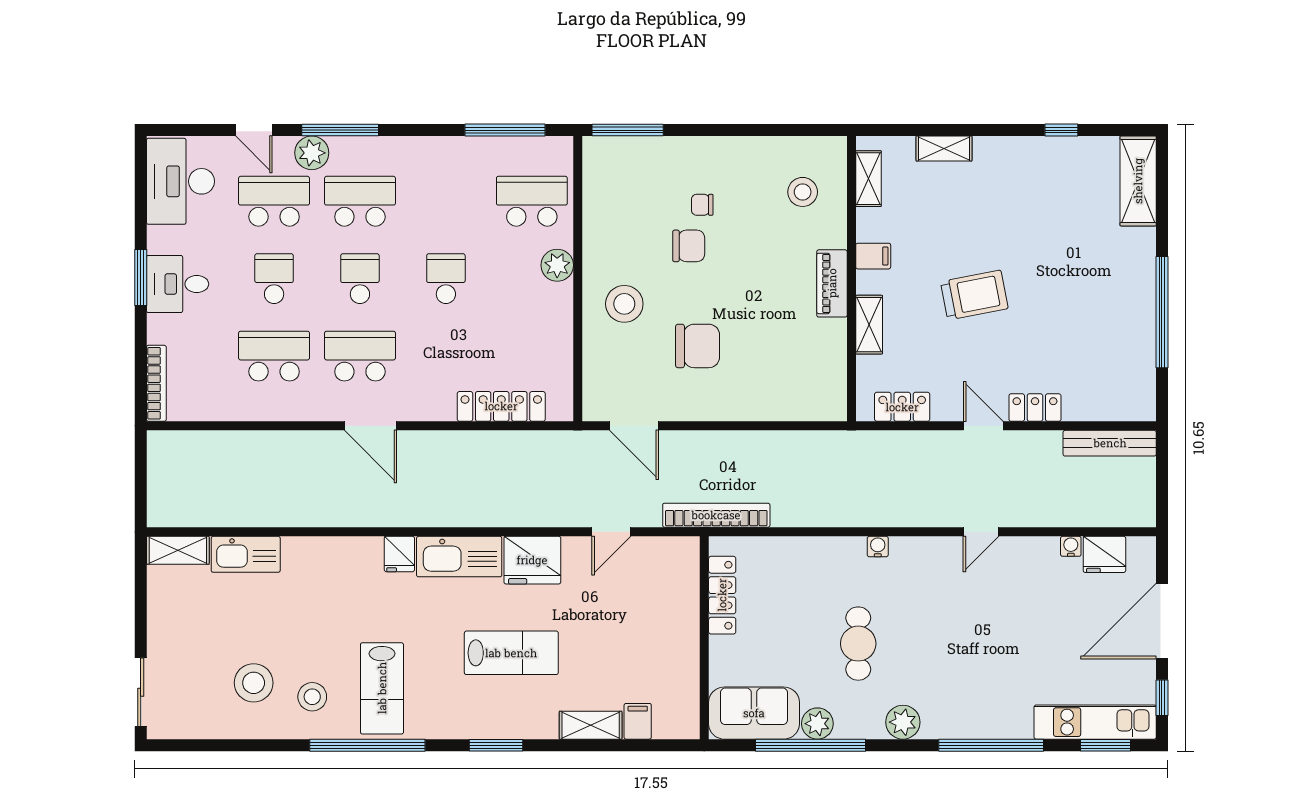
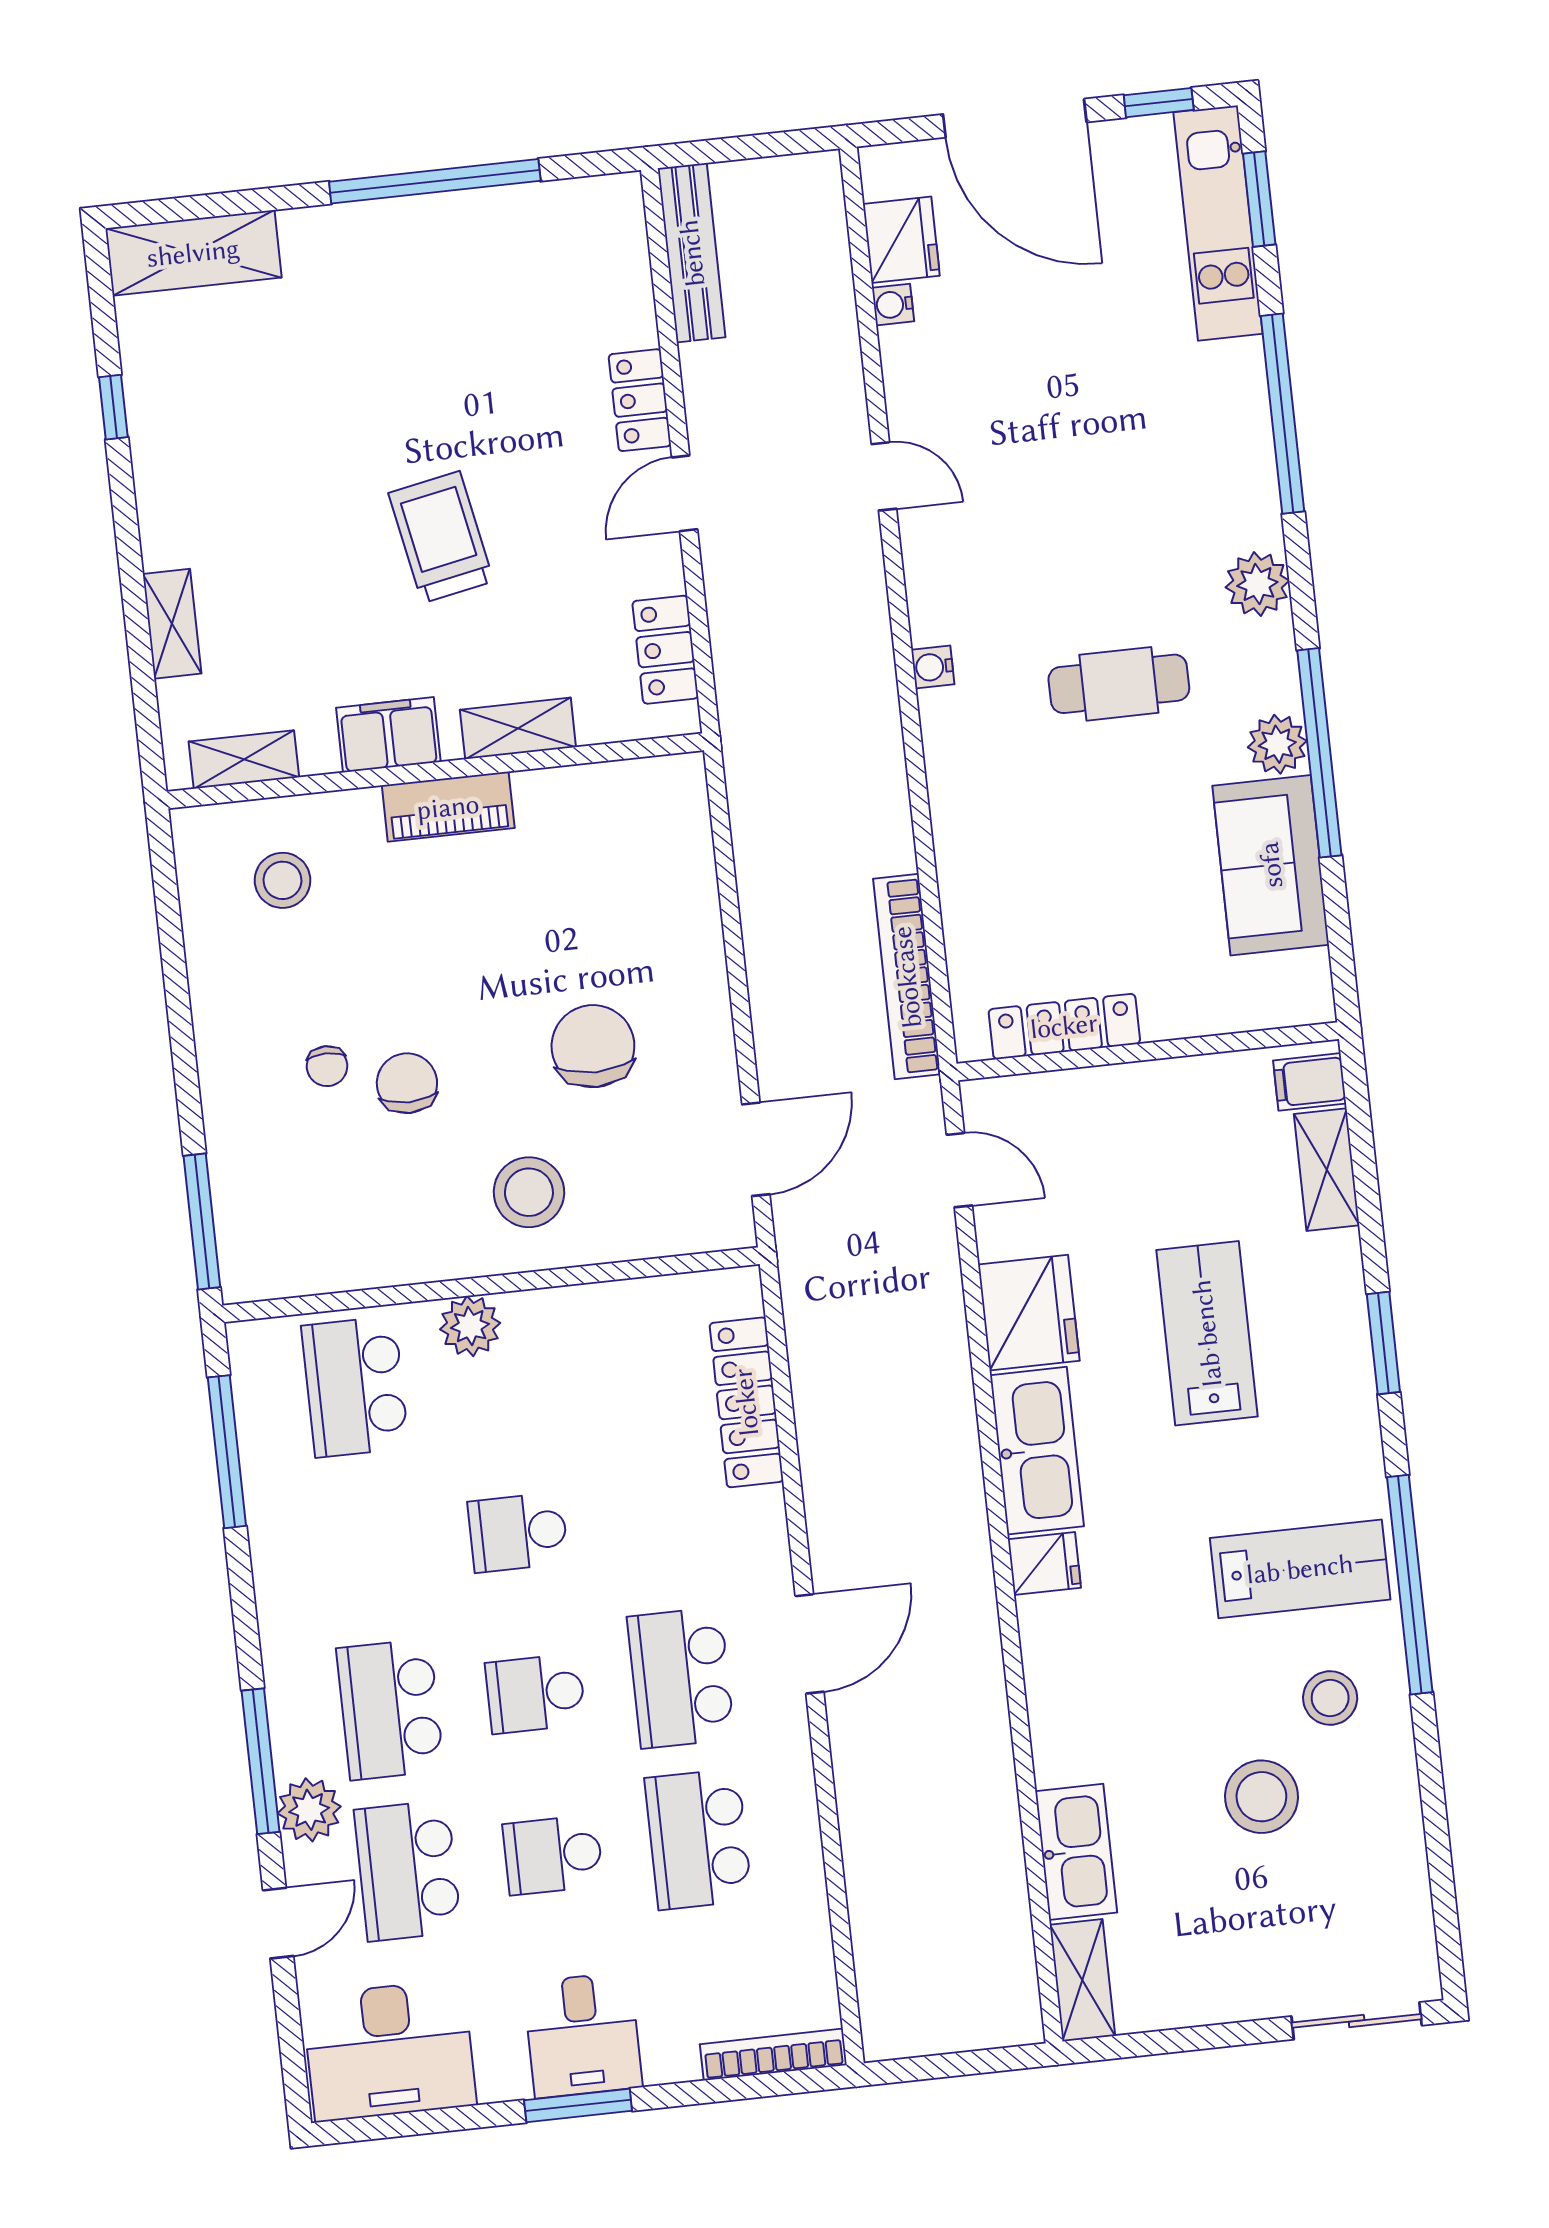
filing cabinet: (873, 256) -> (388, 735), width x2.00
locker: (722, 595) -> (1064, 1026), moved
wall: (704, 638) -> (1148, 1051), moved
stool: (254, 683) -> (1261, 1797), moved

